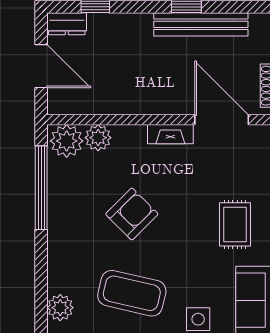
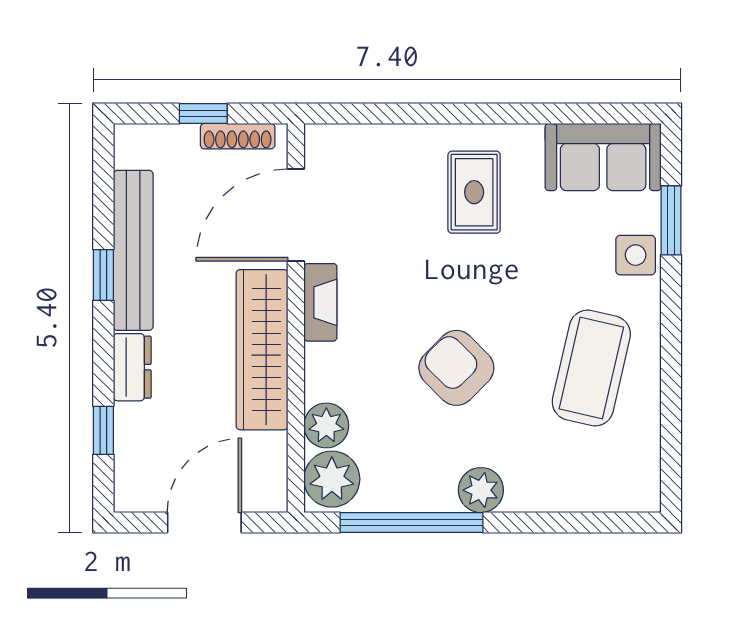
dresser: (67, 24) -> (132, 367), moved
wardrobe: (143, 100) -> (262, 350), added
rug: (235, 224) -> (474, 192), turned 90
plant: (60, 308) -> (481, 490), moved

